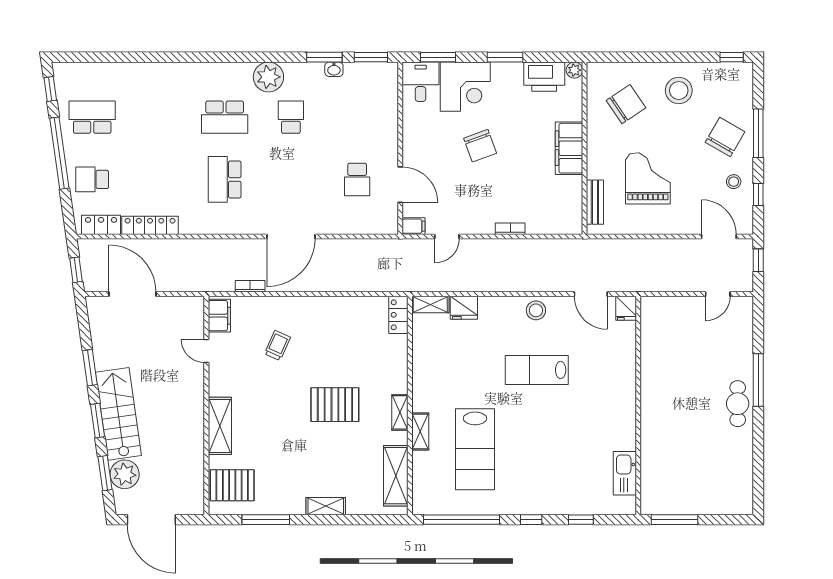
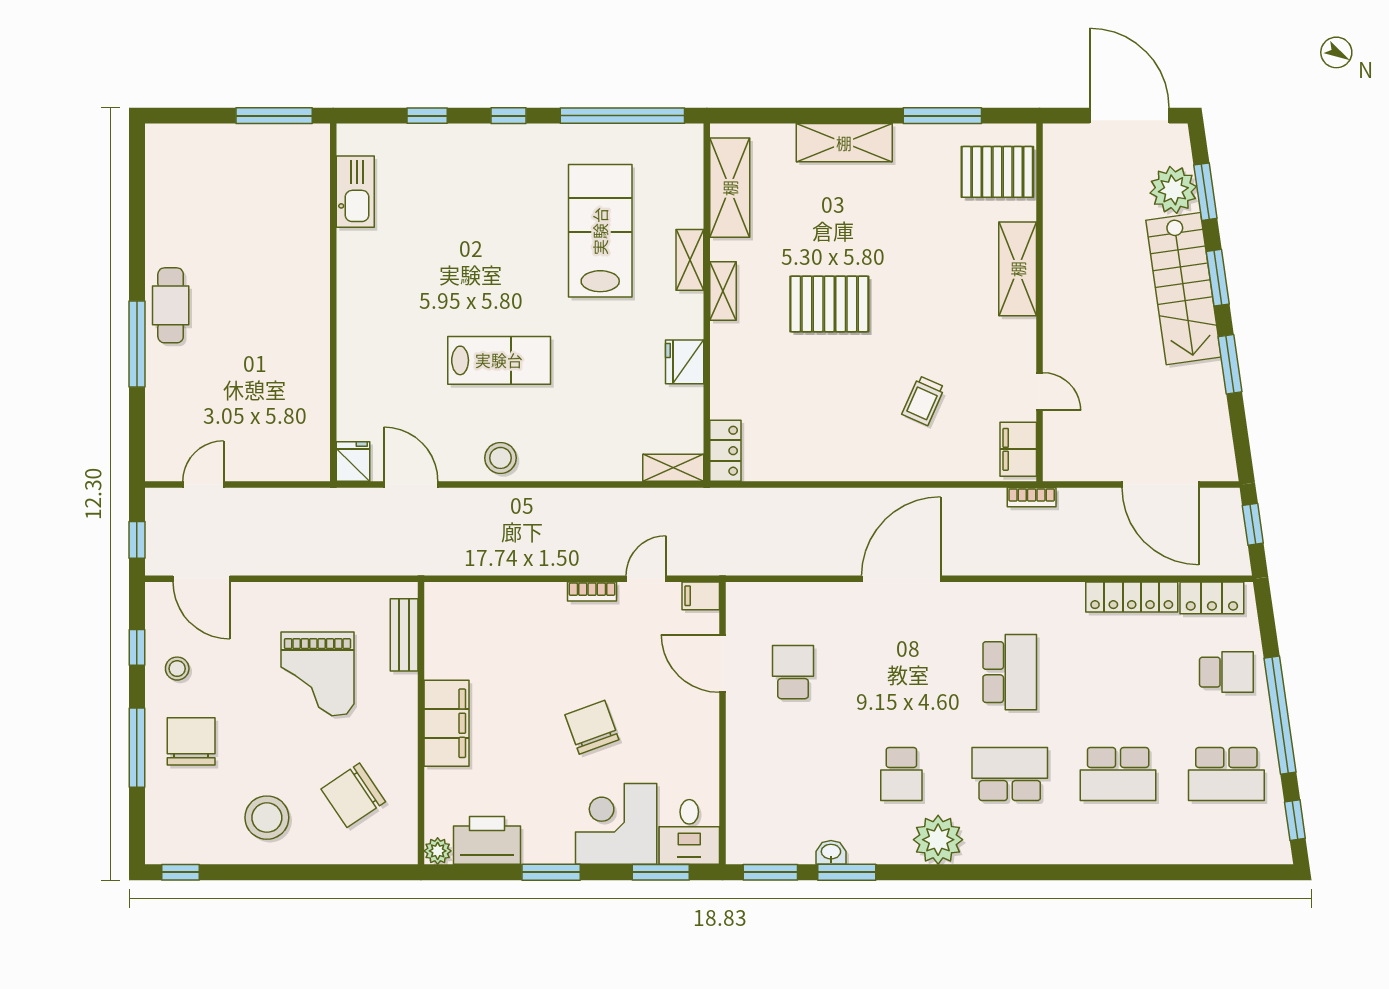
school desk: (158, 117) -> (1118, 774), added
chair: (725, 137) -> (191, 741), turned 150
bookcase: (510, 229) -> (592, 592), moved
bookcase: (250, 286) -> (1032, 497), moved
fridge: (464, 308) -> (685, 362), moved, turned -90
shelving: (326, 506) -> (844, 143), width x1.50, depth x1.33

